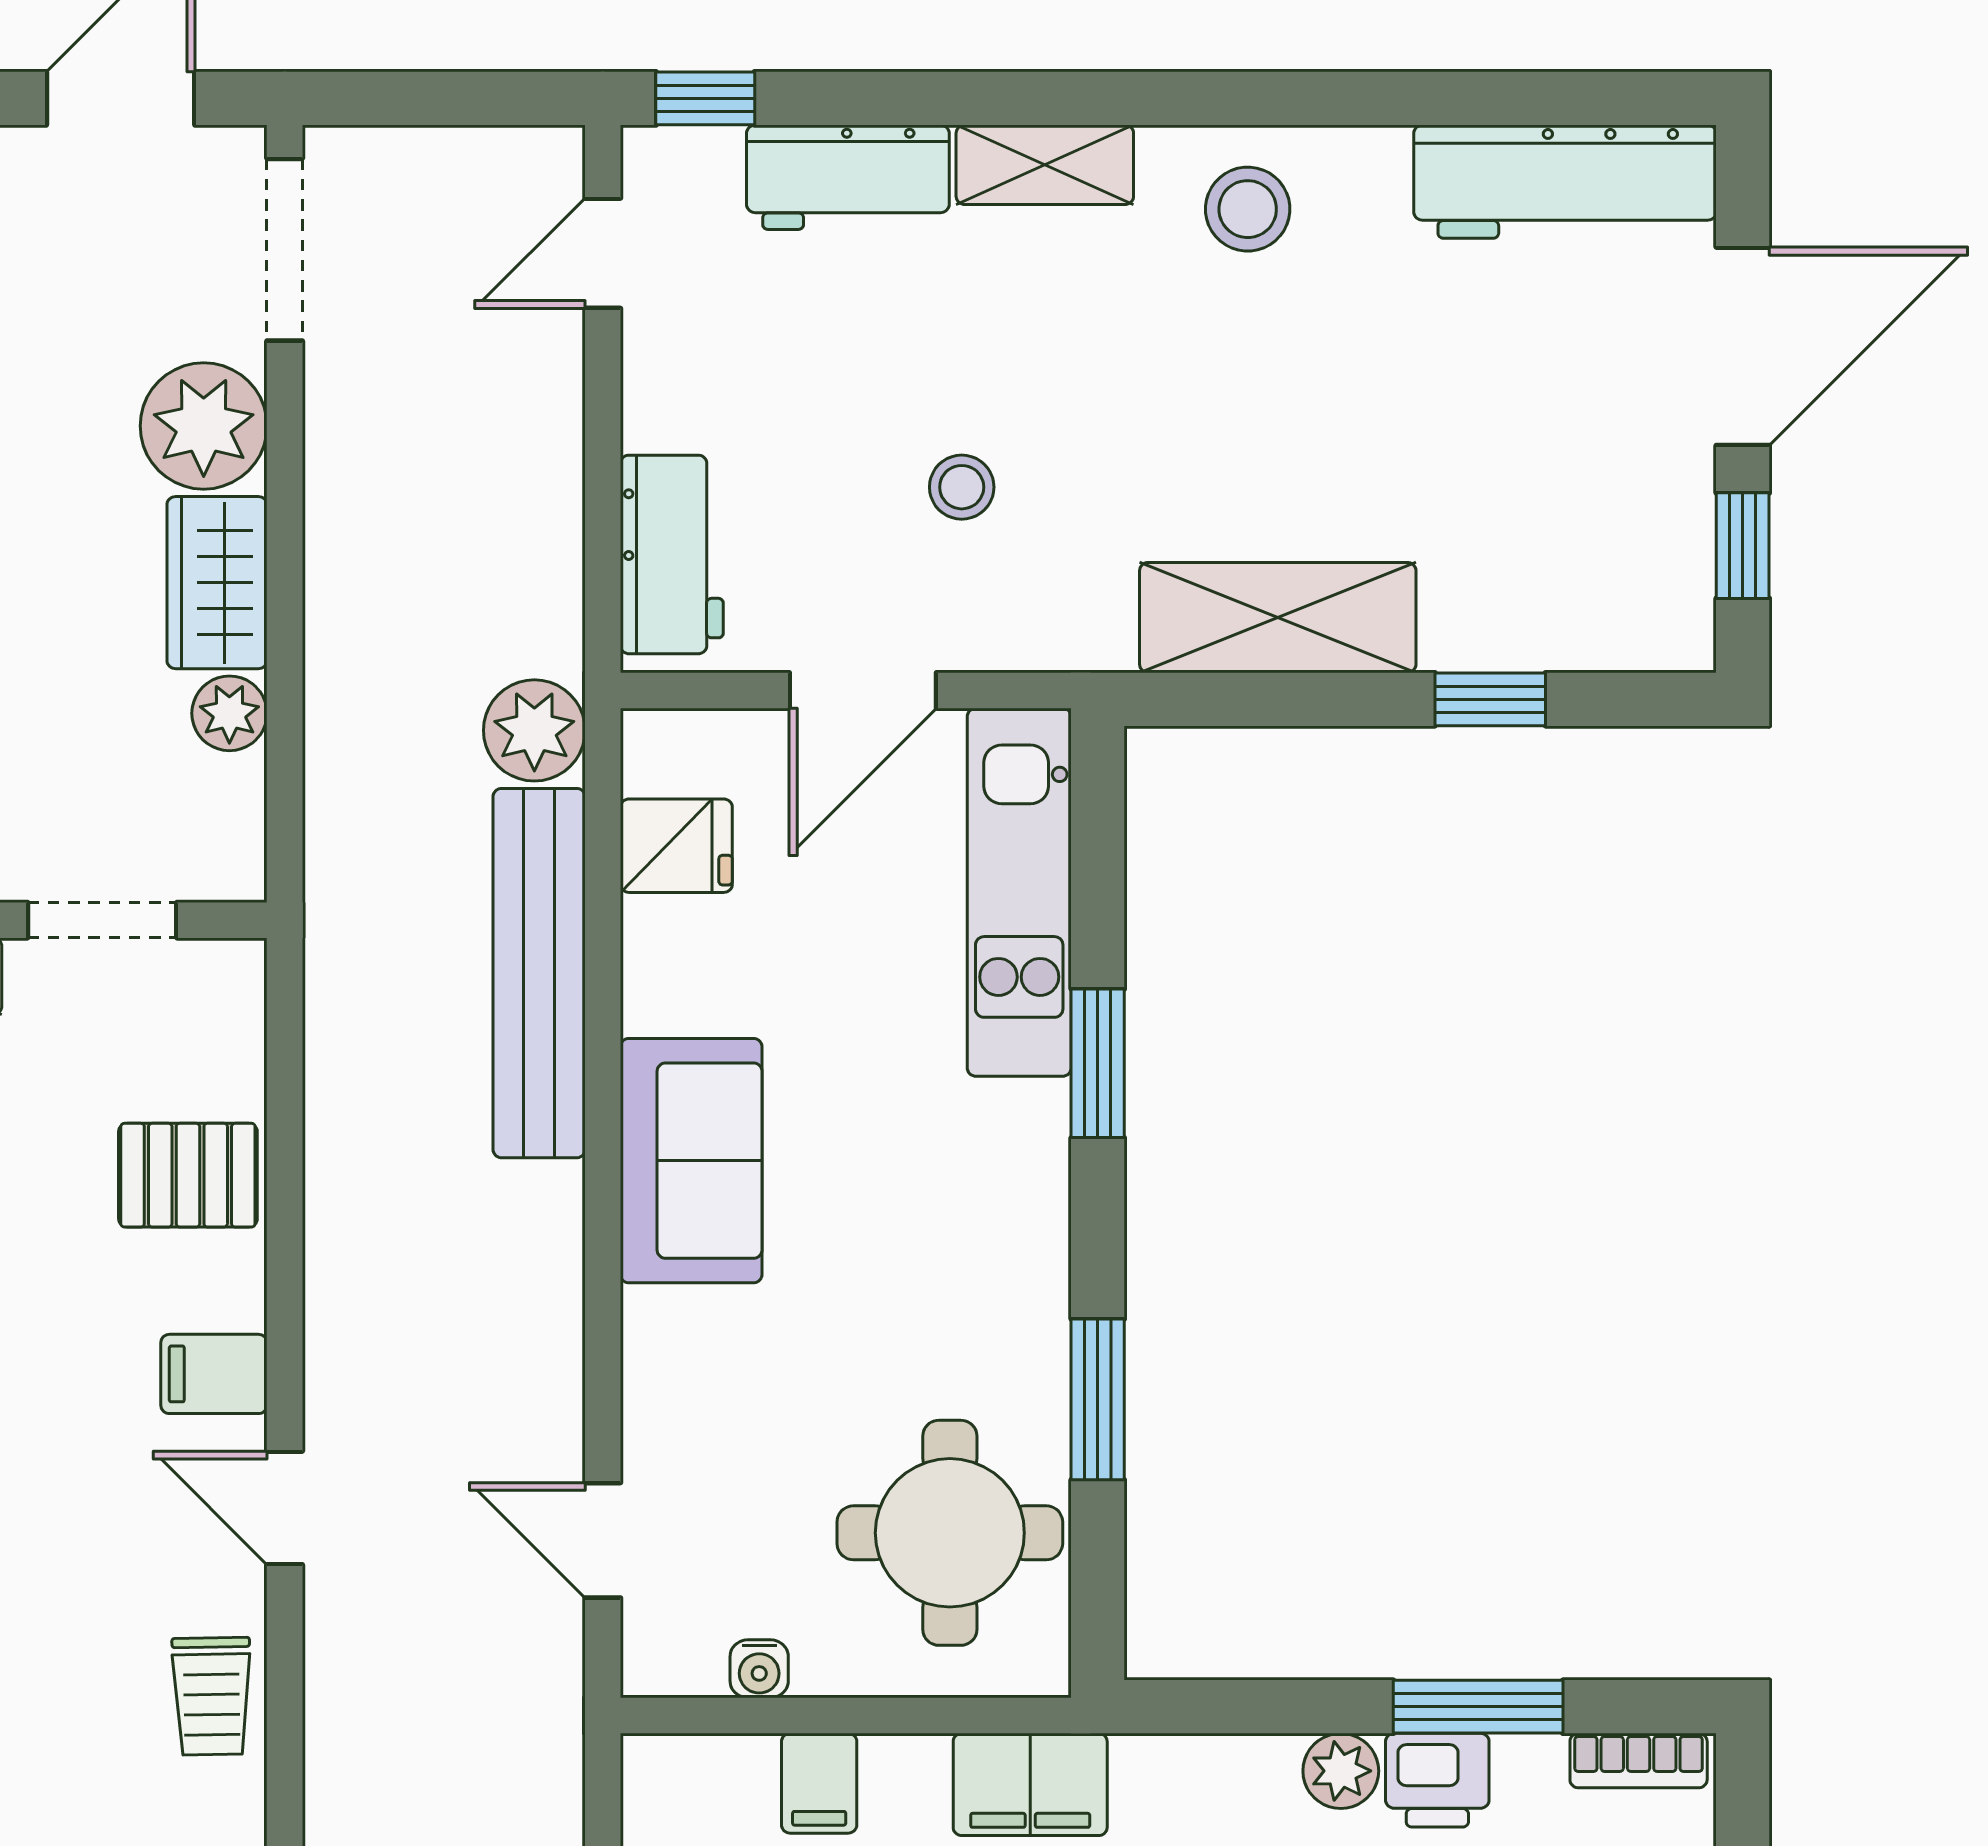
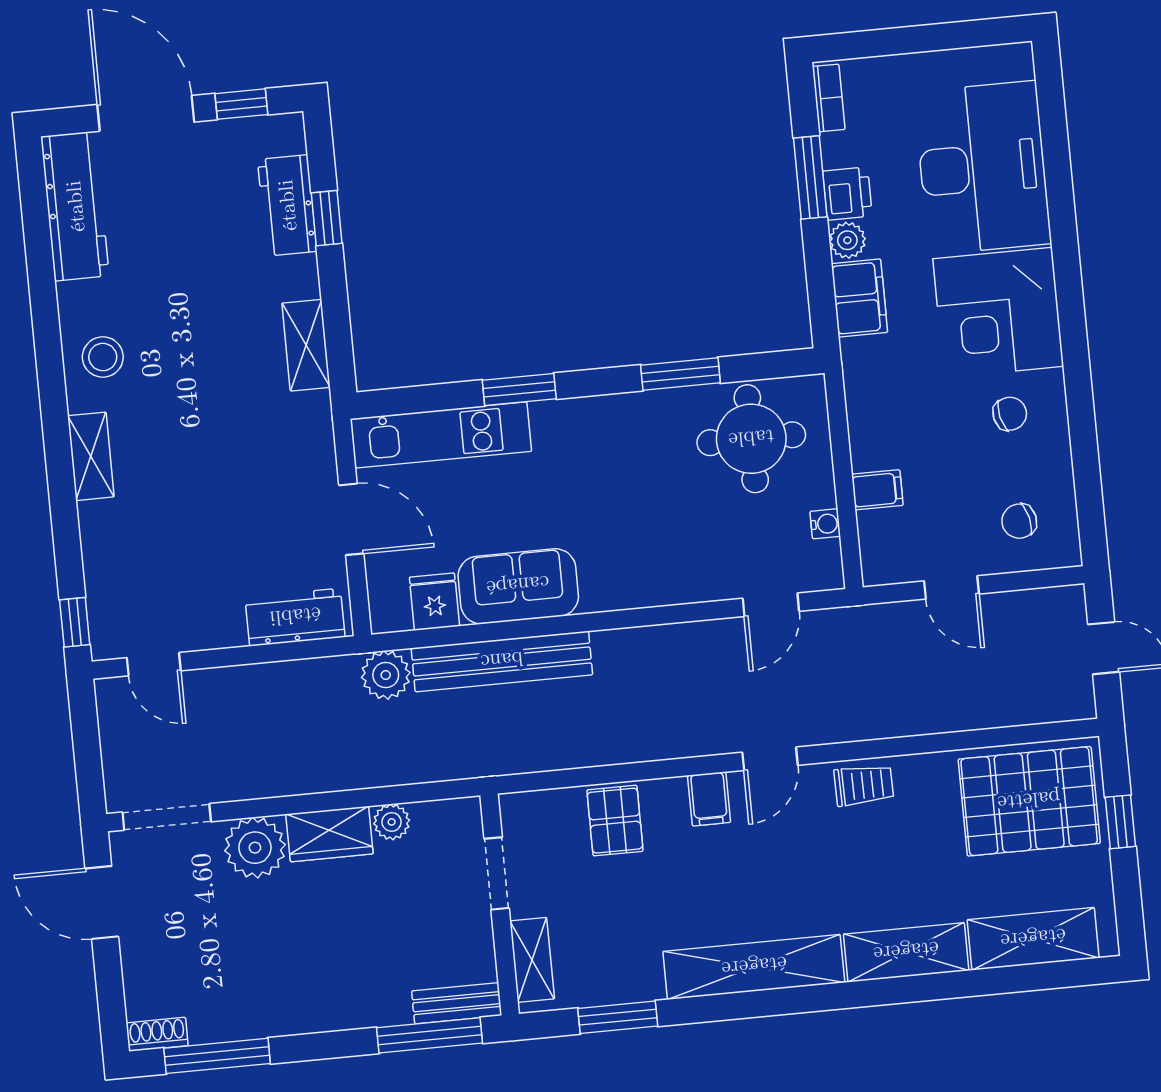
workbench: (848, 177) -> (287, 205), moved, turned 180
stool: (962, 487) -> (249, 481), removed
shelving: (1278, 618) -> (306, 345), width x0.67, depth x0.75
sofa: (691, 1161) -> (518, 586), moved
filing cabinet: (1030, 1784) -> (859, 298), moved

